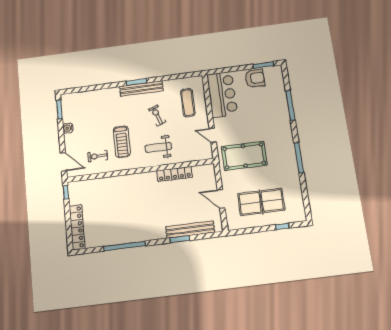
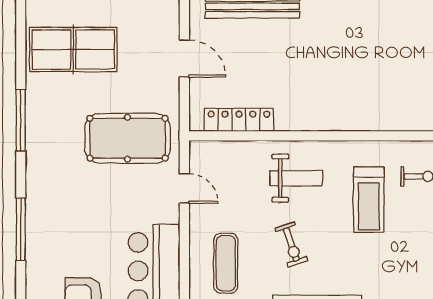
treadmill: (122, 142) -> (369, 200), turned 180
locker: (175, 174) -> (239, 120), moved
table tennis table: (261, 202) -> (73, 49), moved

